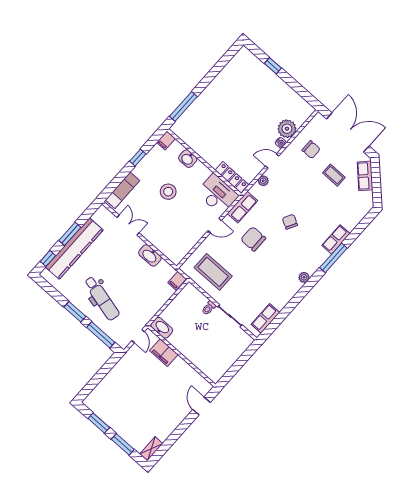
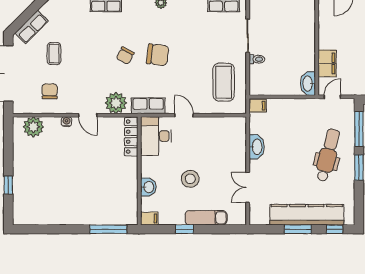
plant: (287, 129) -> (33, 127), moved
plant: (263, 181) -> (116, 103), width x1.88, depth x1.88
exam couch: (123, 190) -> (206, 218), moved
chair: (253, 239) -> (158, 55), moved, turned -83

